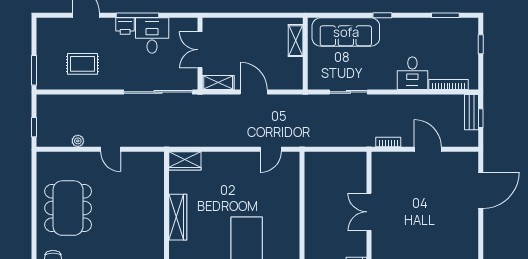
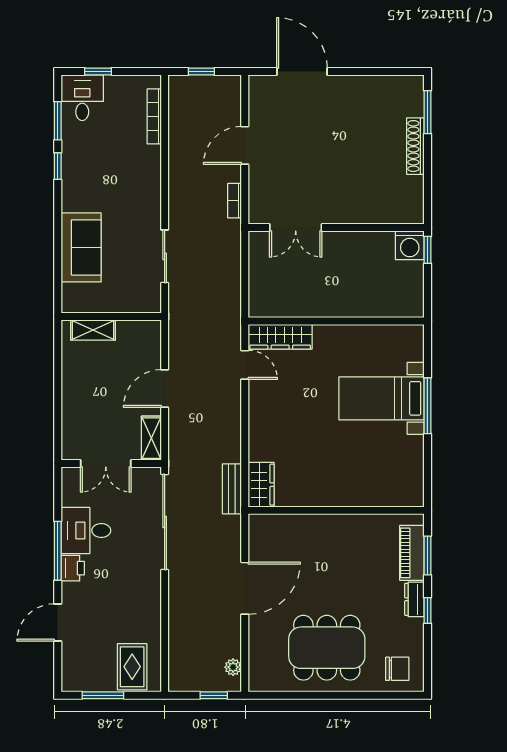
window: (382, 15) -> (58, 166), moved
sofa: (346, 32) -> (81, 247), width x0.73
rug: (82, 64) -> (132, 667), moved
window: (34, 70) -> (103, 695), moved
desk: (412, 73) -> (82, 98), moved, turned -90
bench: (471, 112) -> (232, 489), moved, turned 90
plant: (78, 141) -> (233, 667), moved
door: (111, 149) -> (245, 588), width x1.88
double door: (369, 212) -> (296, 227), moved
wardrobe: (178, 217) -> (280, 337), moved, turned 180

